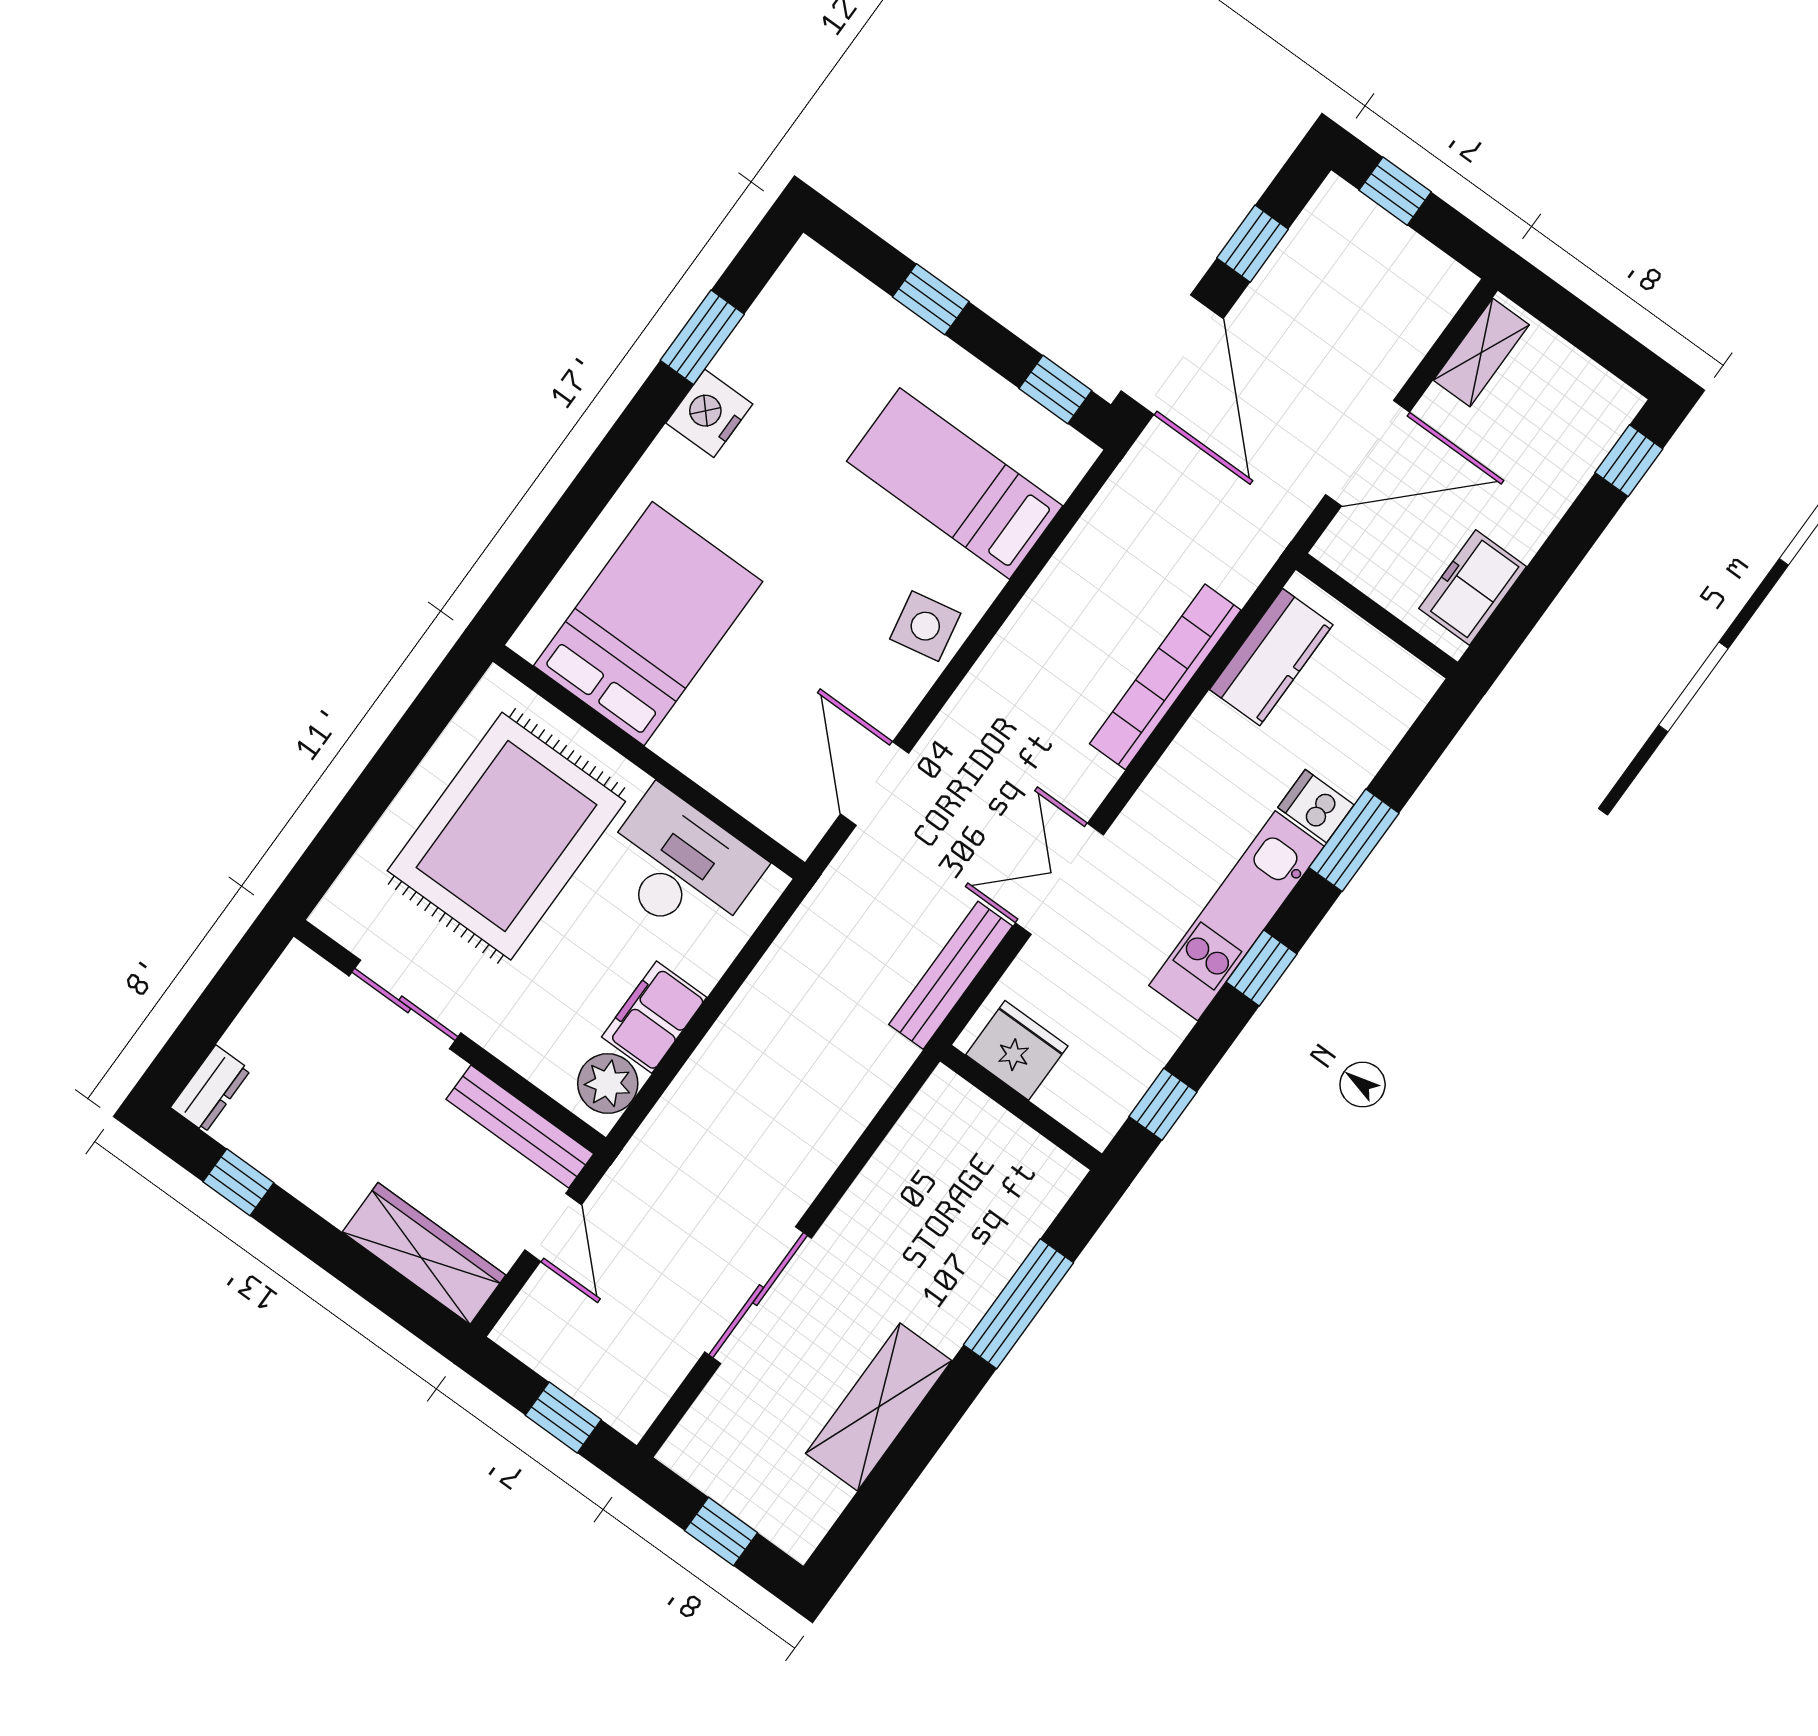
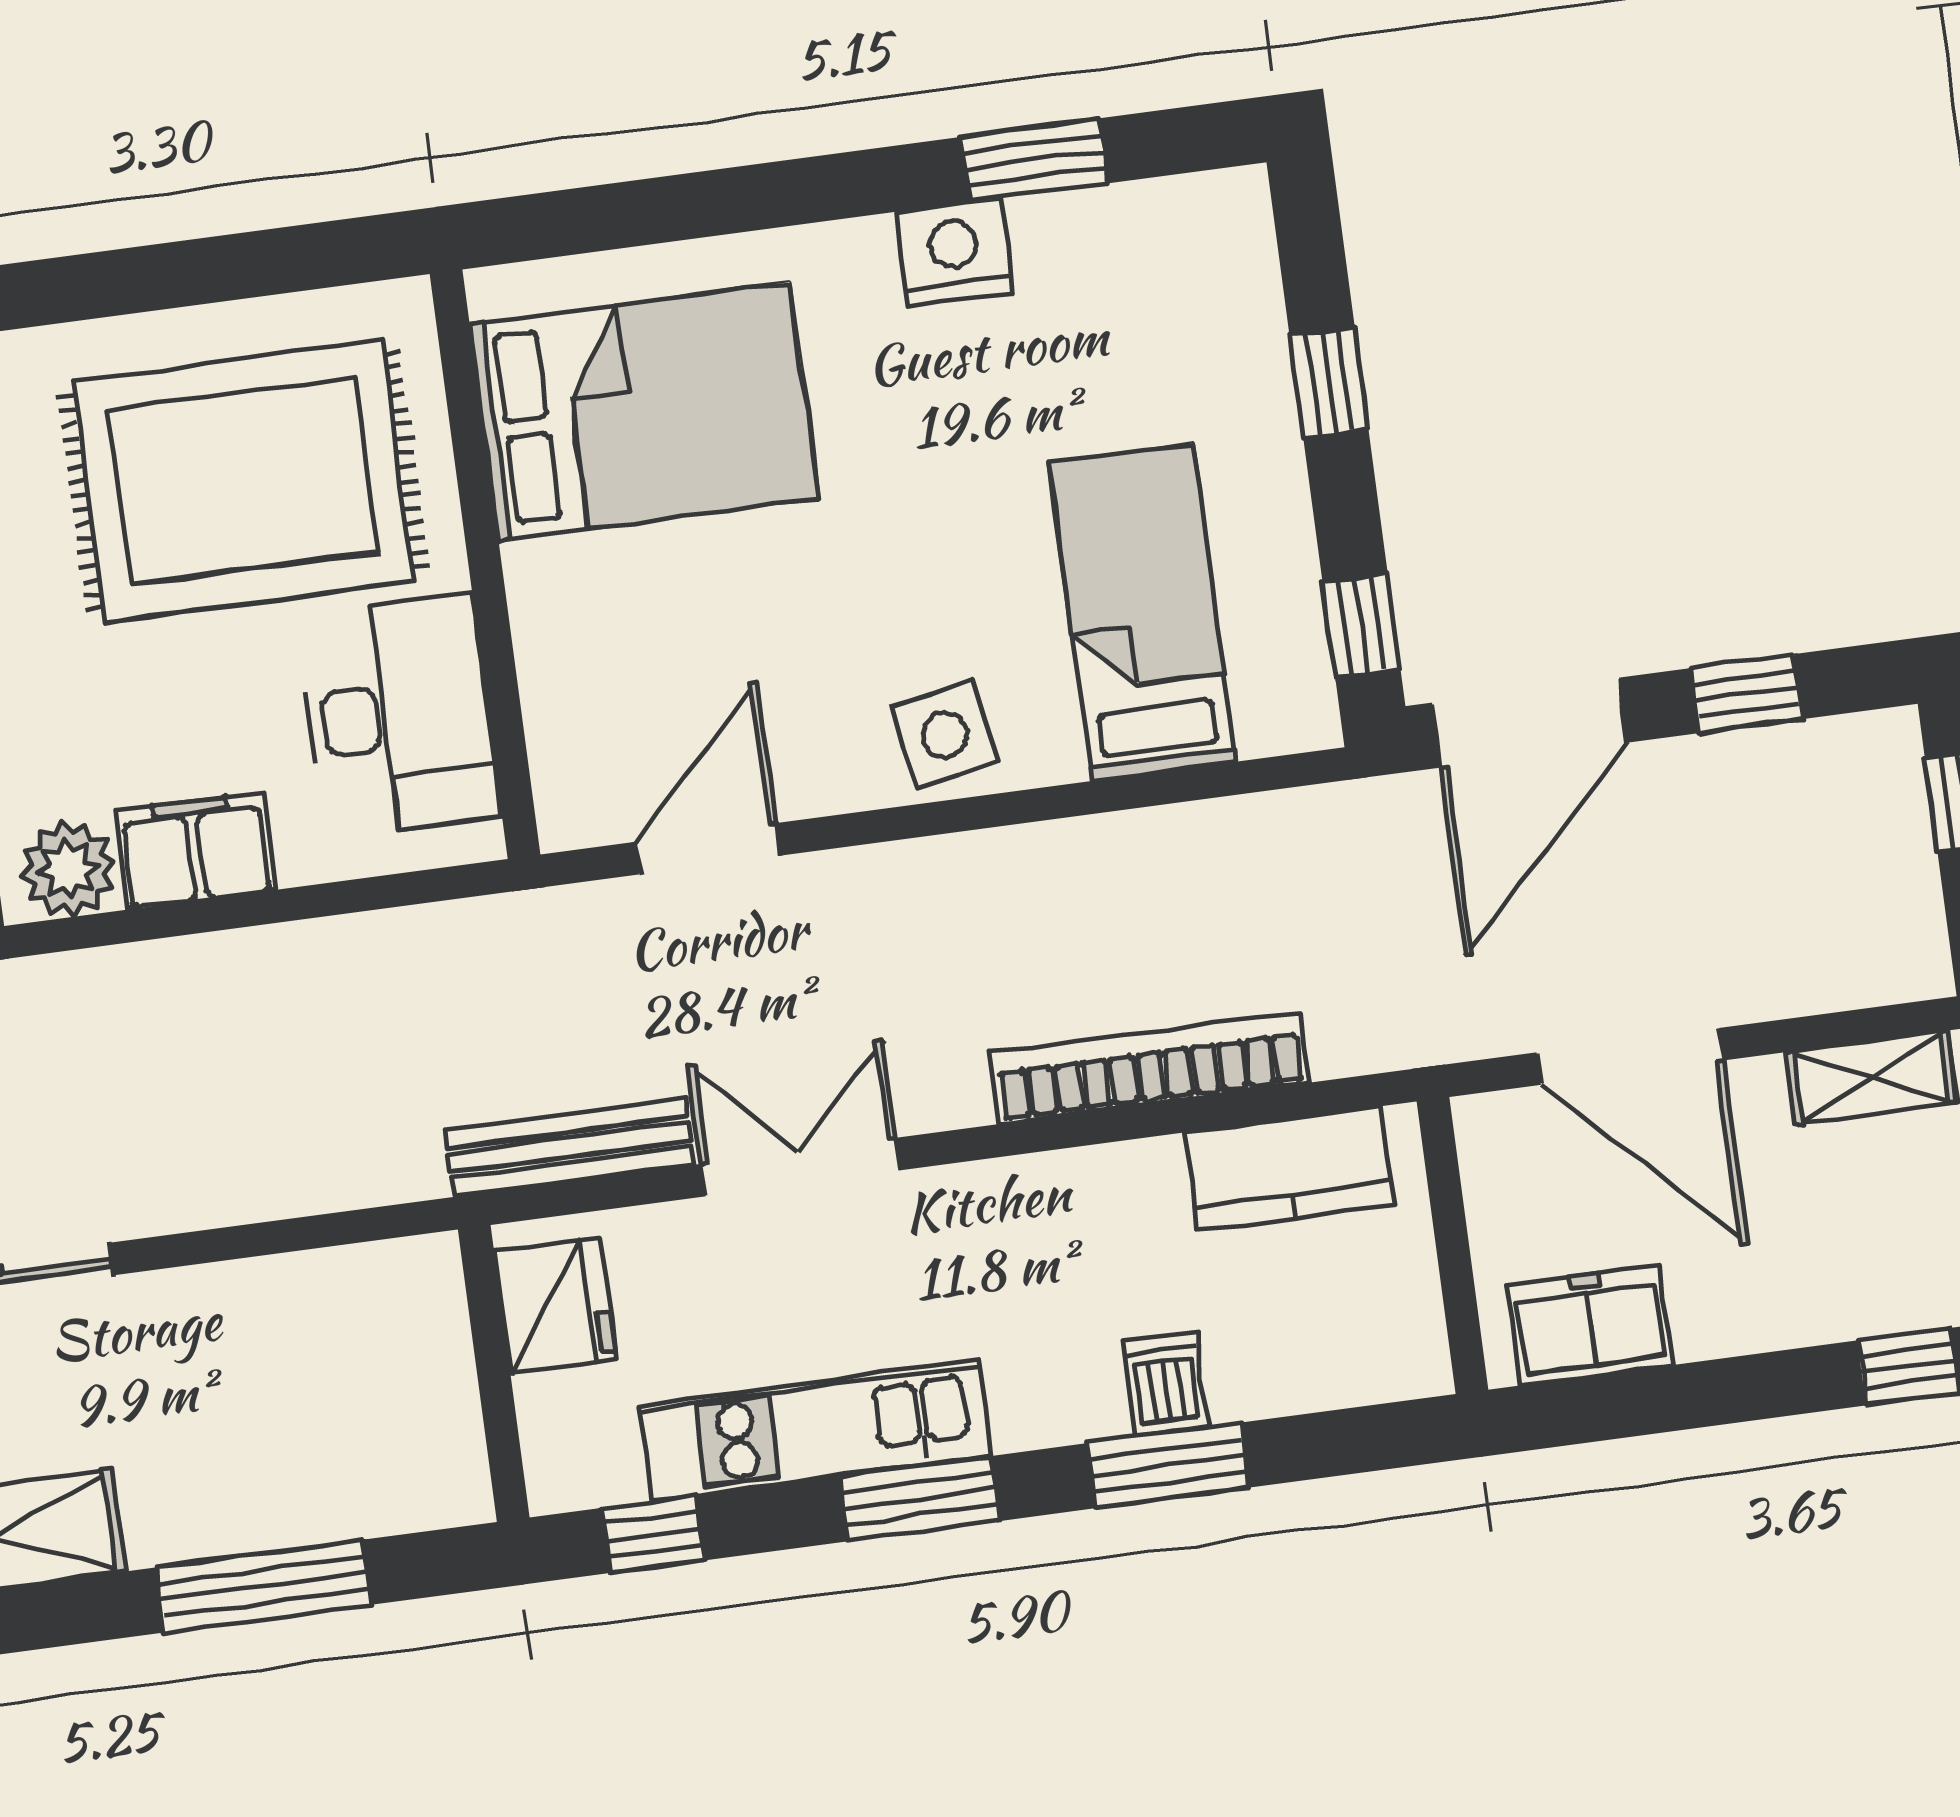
kitchen unit: (1236, 916) -> (816, 1431), moved
window: (1262, 968) -> (919, 1499), width x1.50

